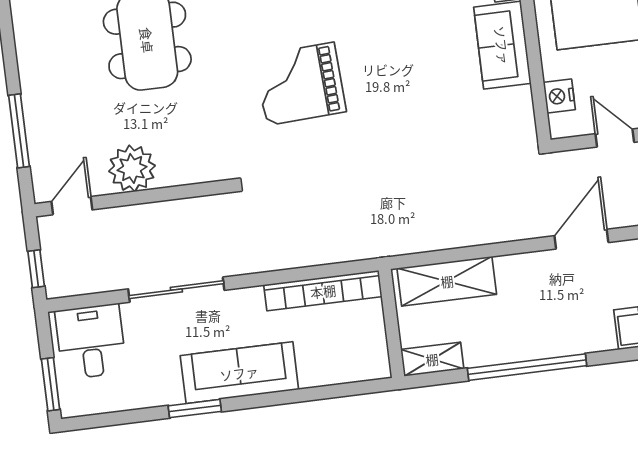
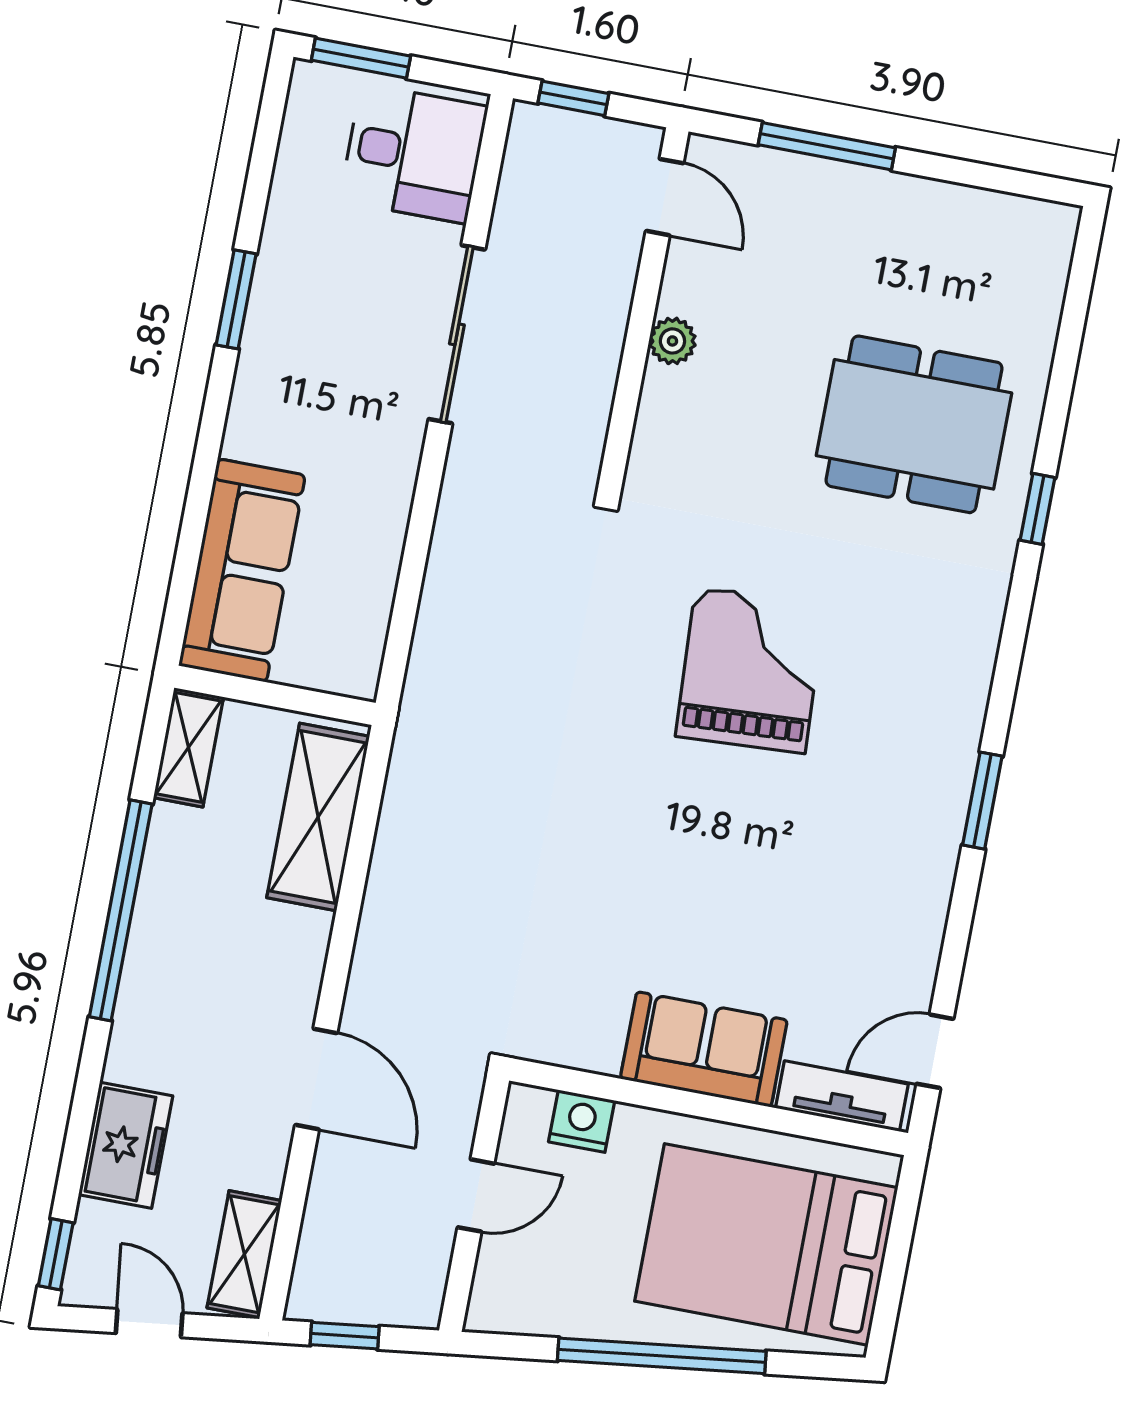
plant: (132, 168) -> (672, 341), width x0.53, depth x0.53
bookcase: (323, 291) -> (372, 593), removed
sofa: (239, 373) -> (242, 570), moved

